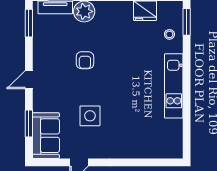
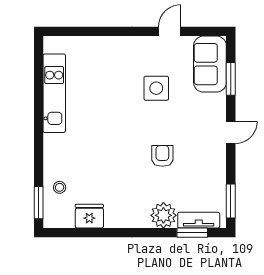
kitchen unit: (174, 86) -> (54, 93), moved

